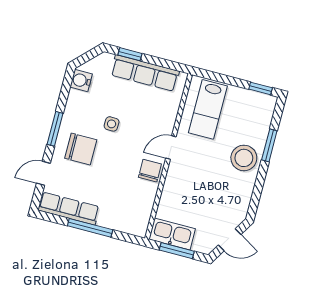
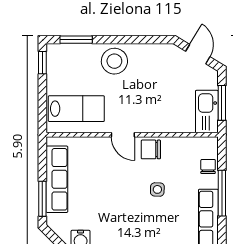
window: (130, 54) -> (42, 199), width x1.50
side table: (112, 124) -> (157, 189), moved
window: (269, 145) -> (76, 40), moved
chair: (81, 149) -> (208, 166), moved, width x0.54, depth x0.54

